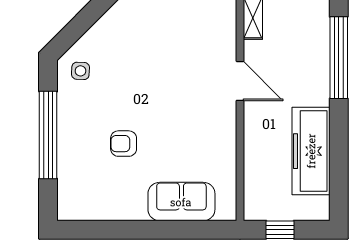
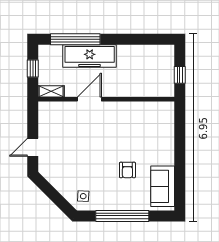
freezer: (311, 151) -> (90, 56), moved
sofa: (181, 202) -> (163, 186), moved

